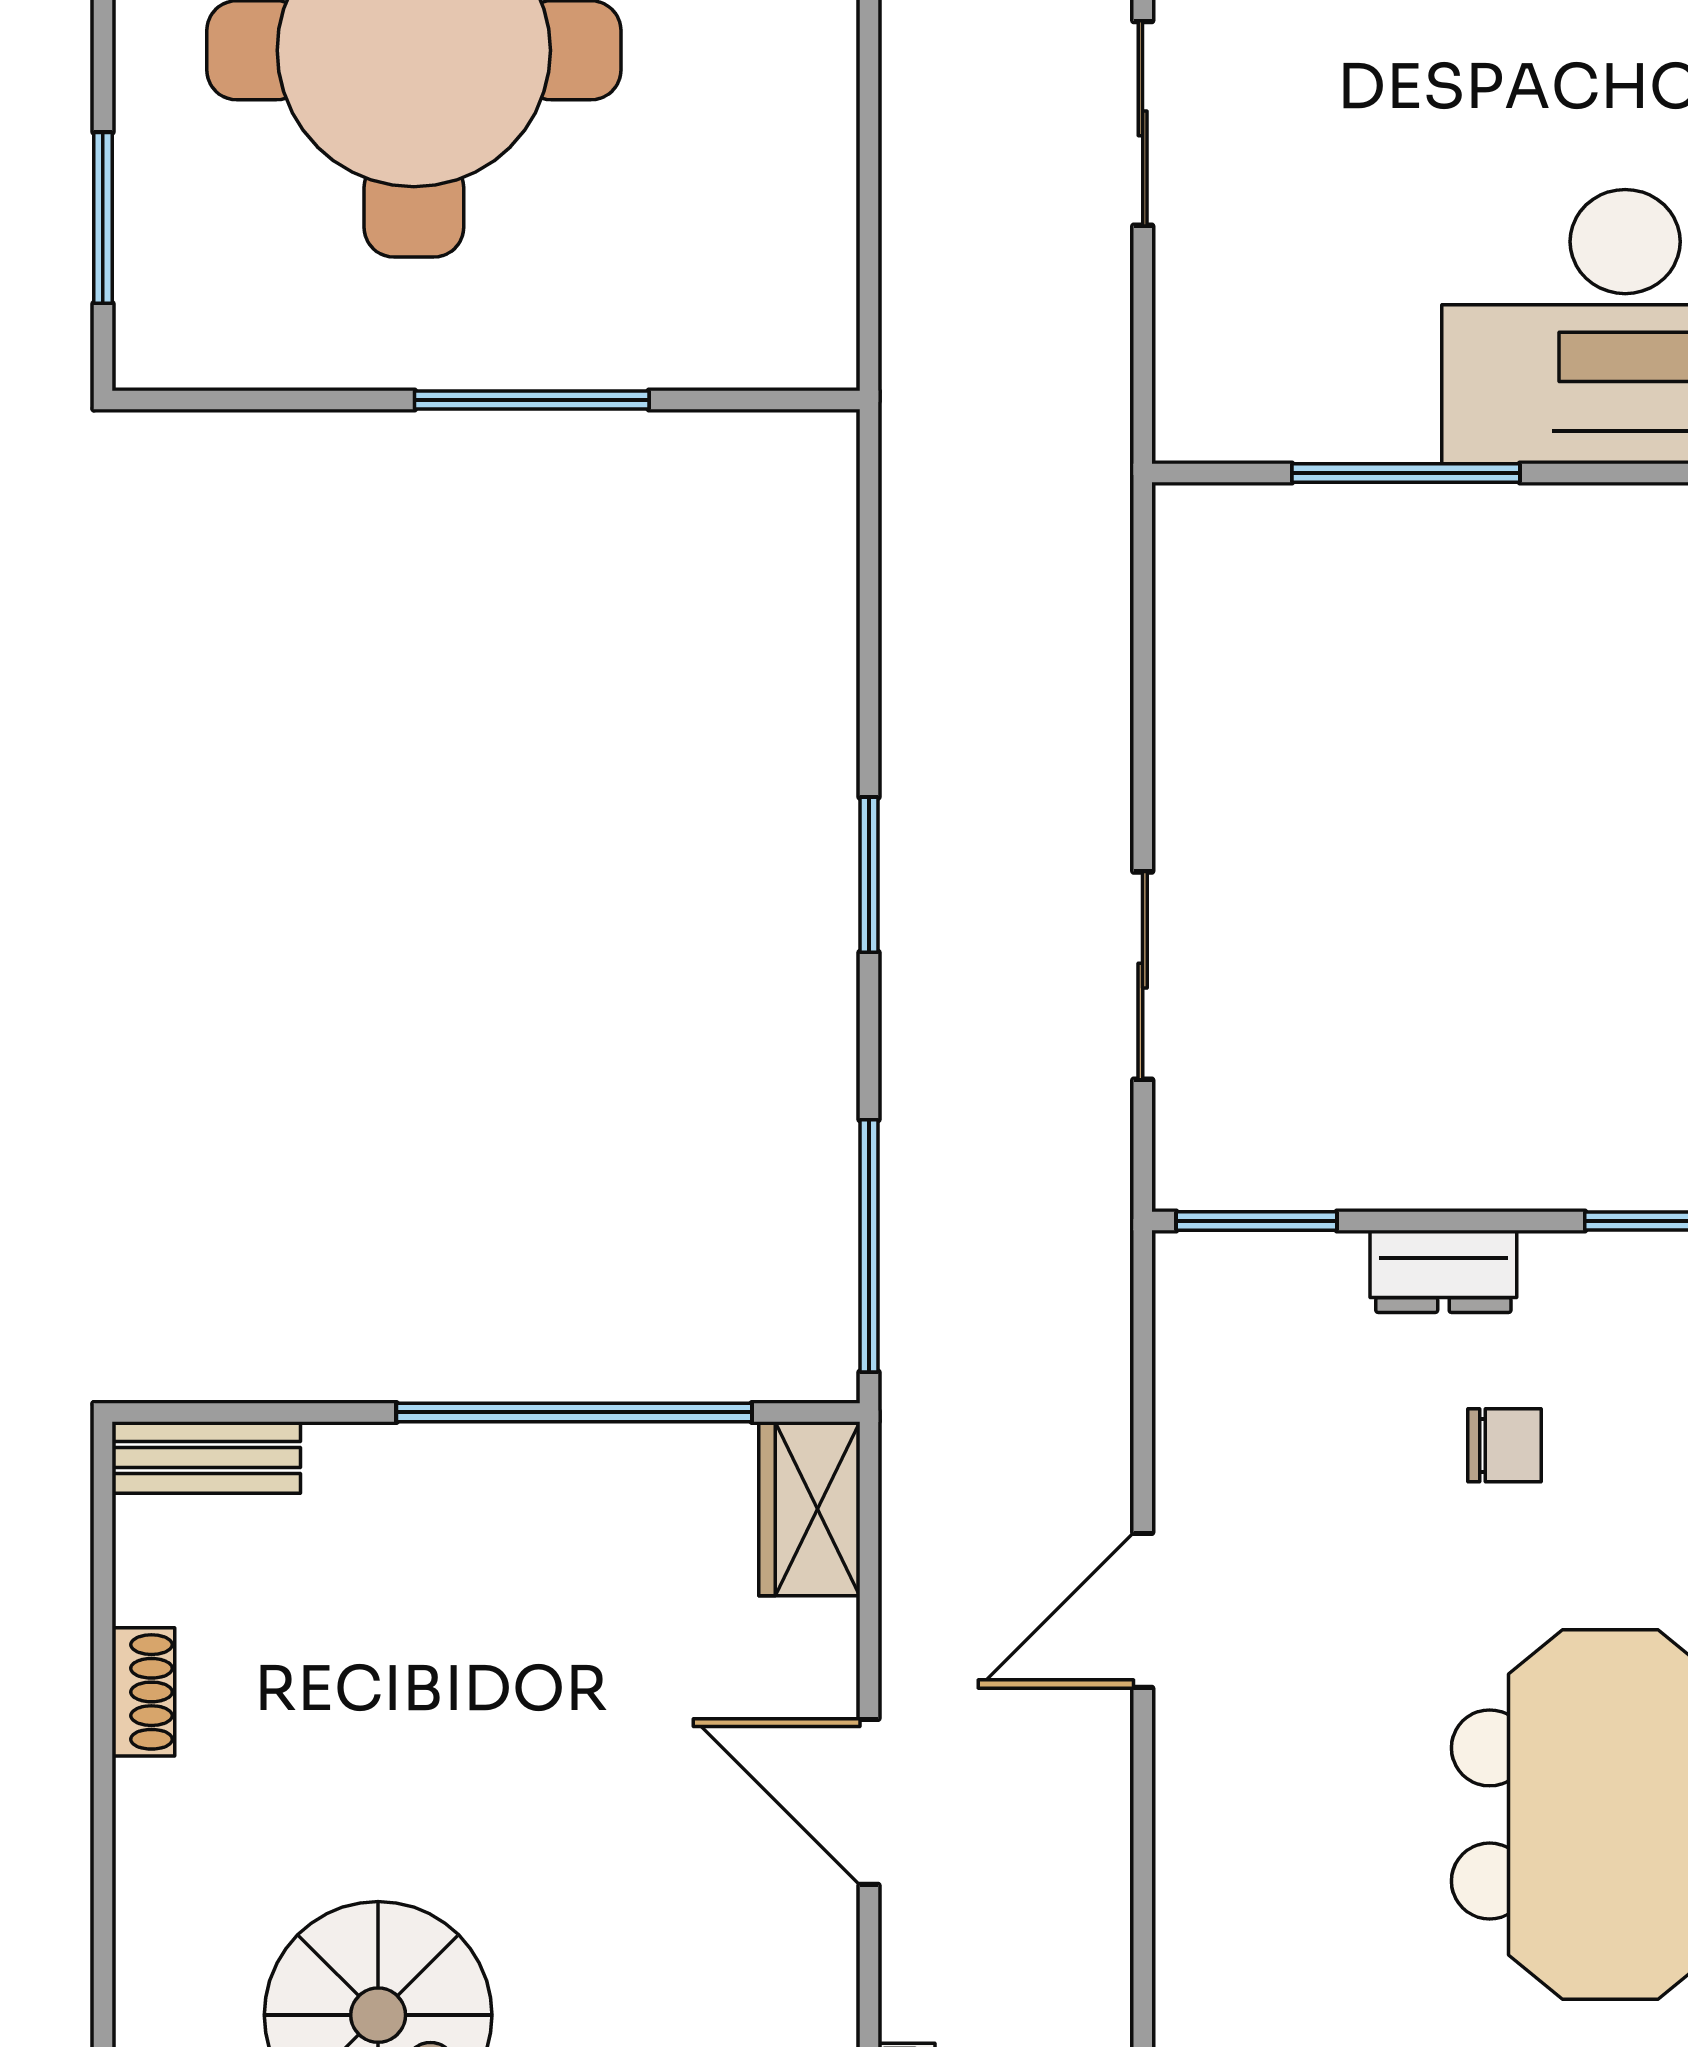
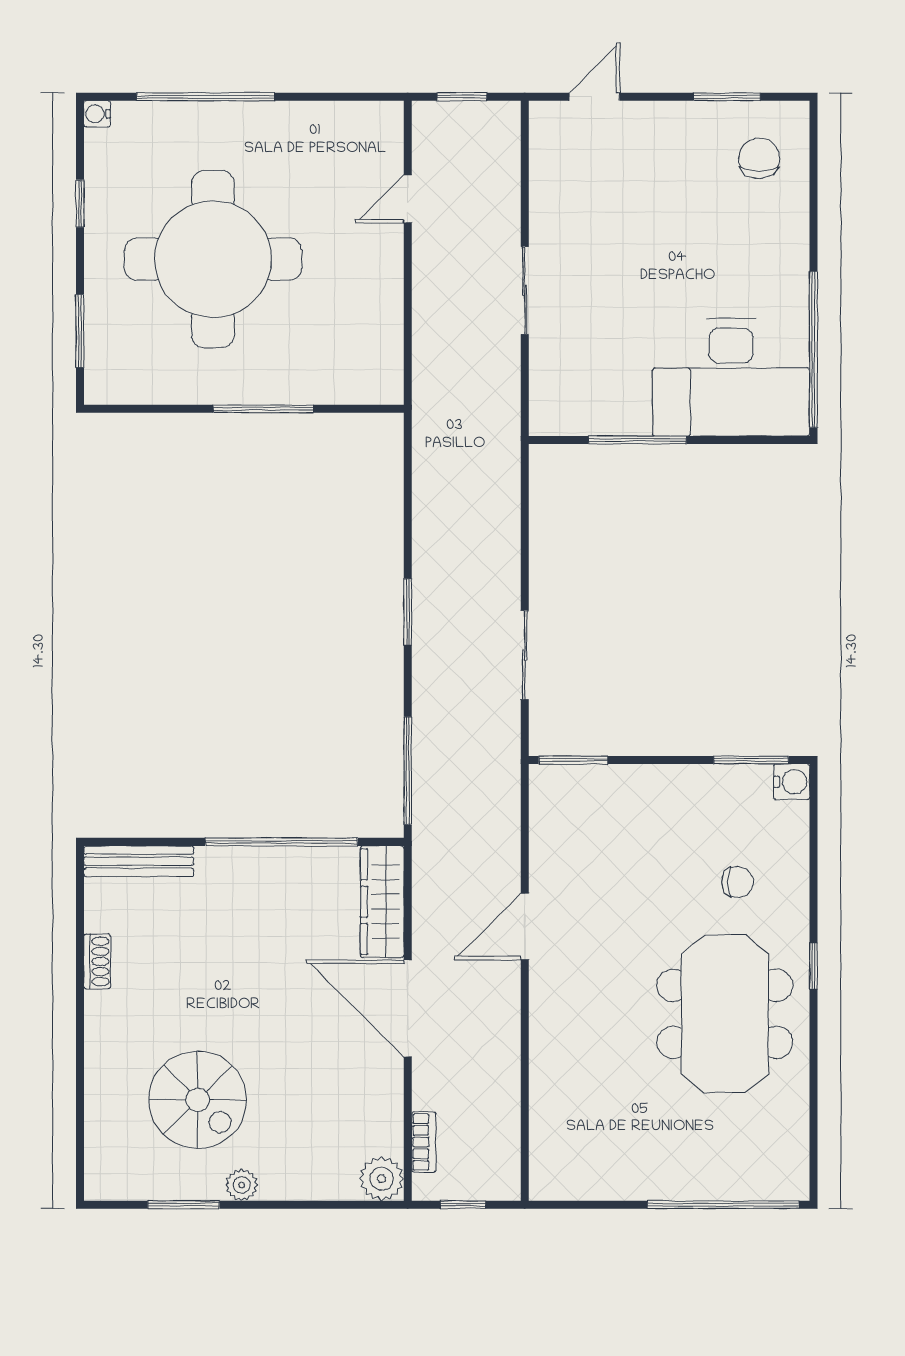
dresser: (1443, 1271) -> (653, 781), removed
chair: (1504, 1445) -> (737, 882), moved
bench: (206, 1458) -> (139, 861), width x1.36
wardrobe: (809, 1509) -> (382, 902), width x1.50
door: (869, 1802) -> (408, 1008), width x1.36

